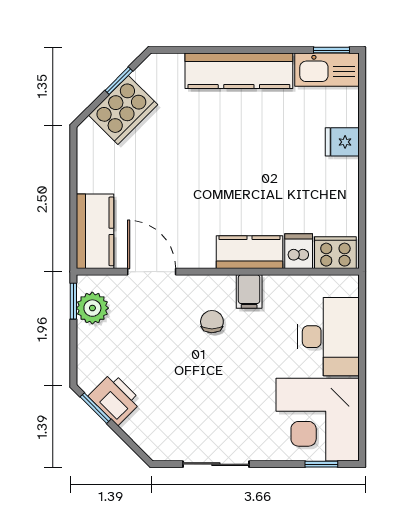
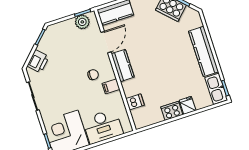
kitchen counter: (250, 252) -> (123, 65), moved
cooker: (335, 253) -> (172, 111), moved, turned -90
printer: (115, 399) -> (38, 61), moved

